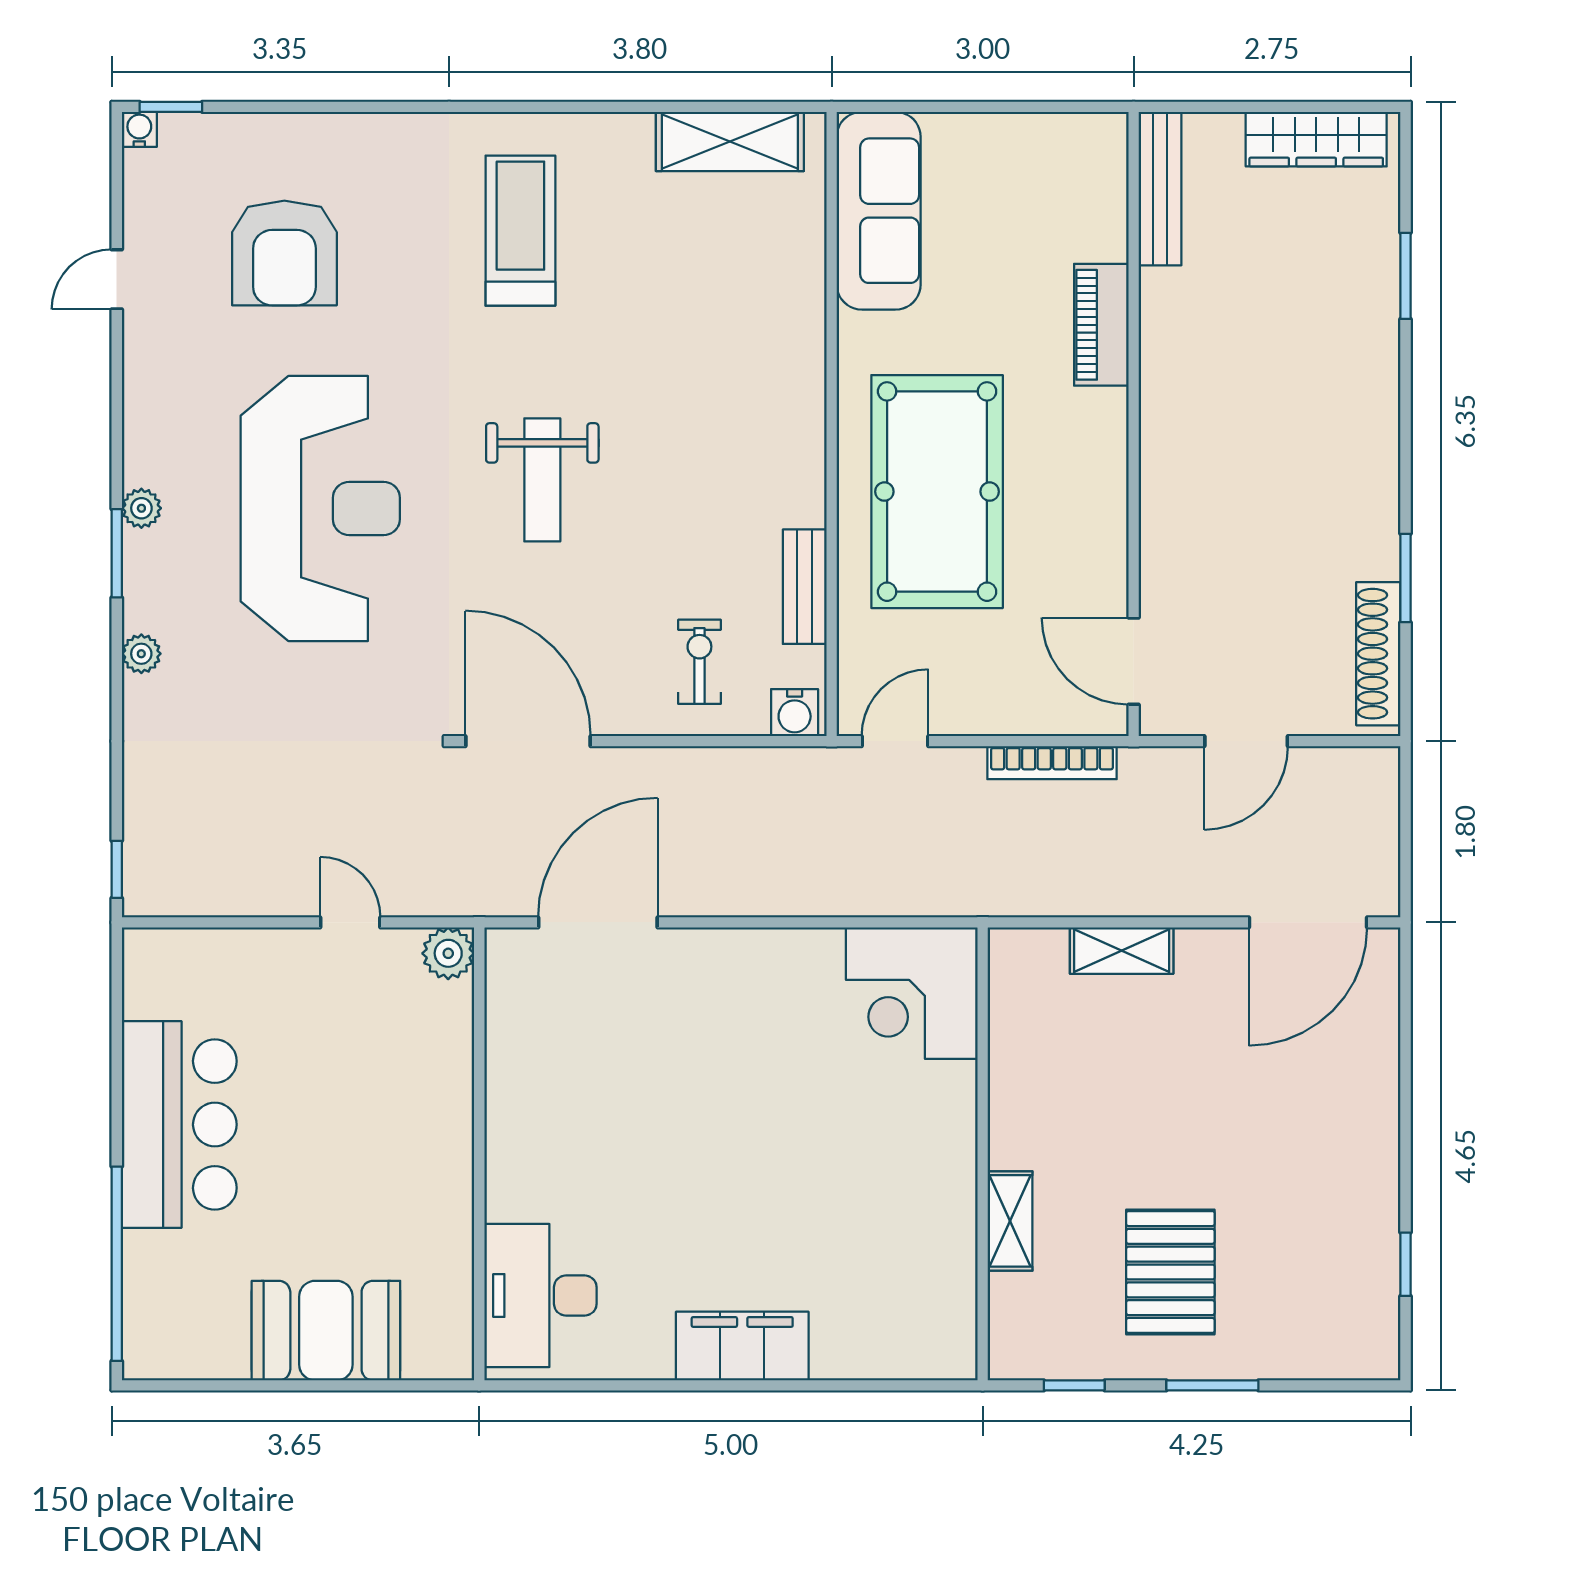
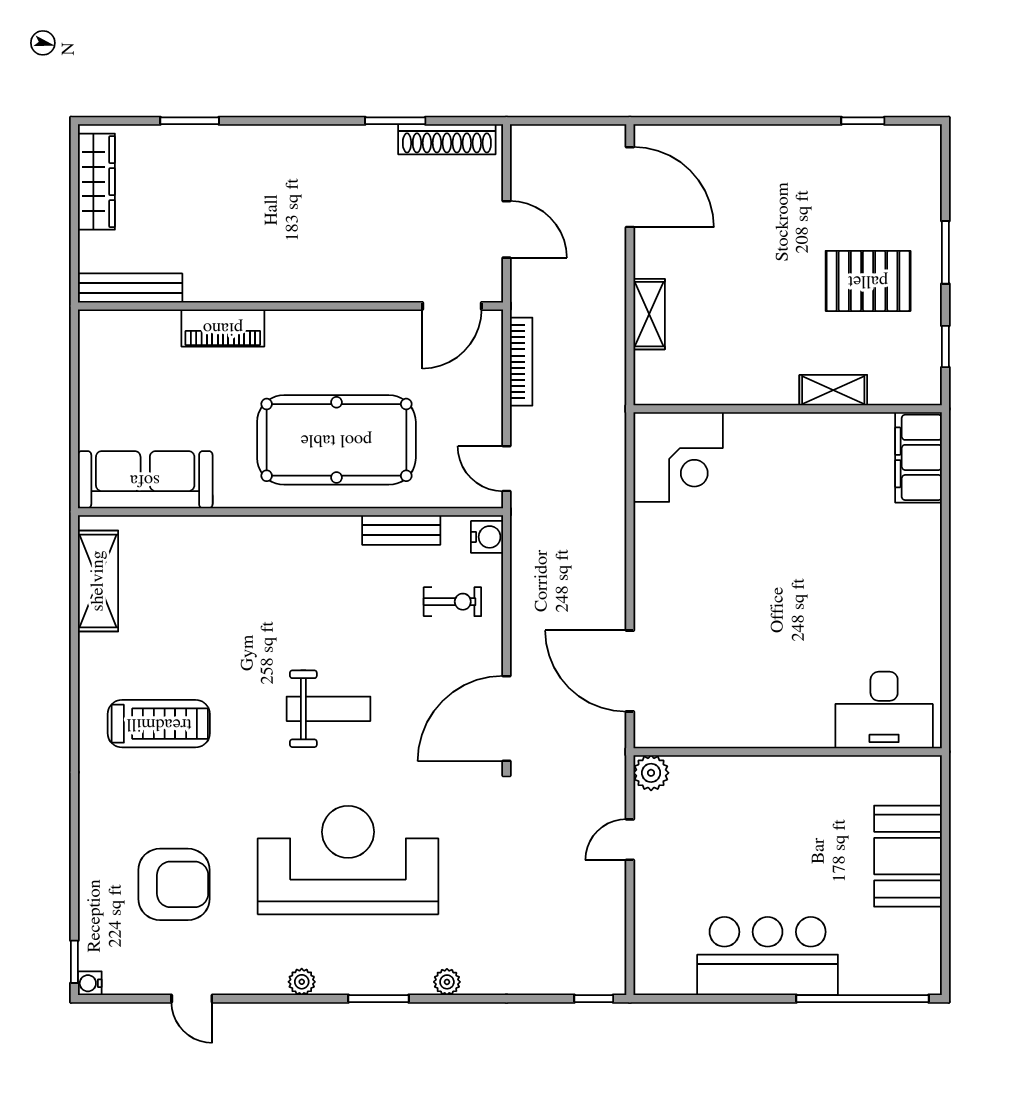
treadmill: (520, 231) -> (159, 724), turned 180
plant: (141, 508) -> (302, 982), moved
exercise bike: (699, 662) -> (452, 602), turned 180
filing cabinet: (742, 1346) -> (918, 457), moved

